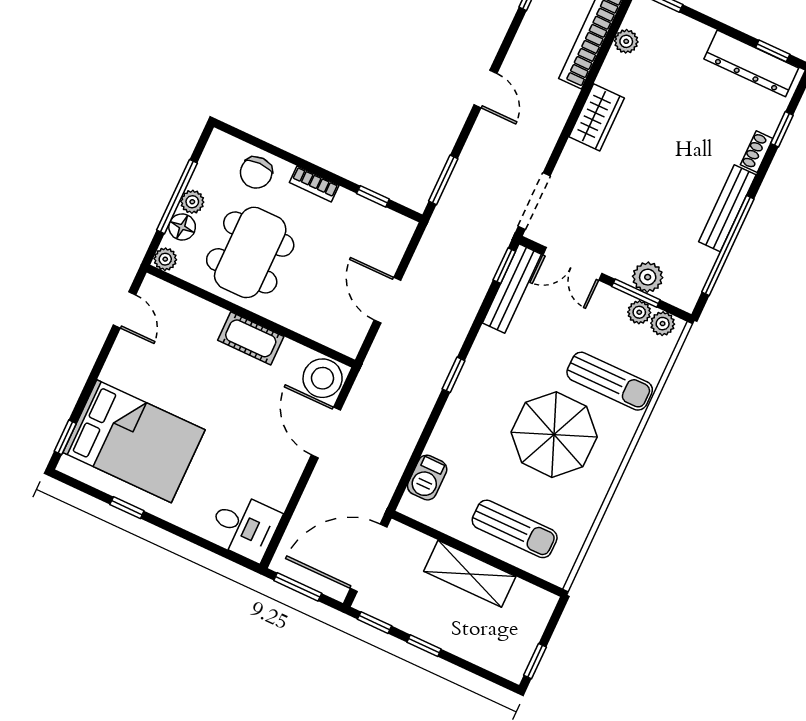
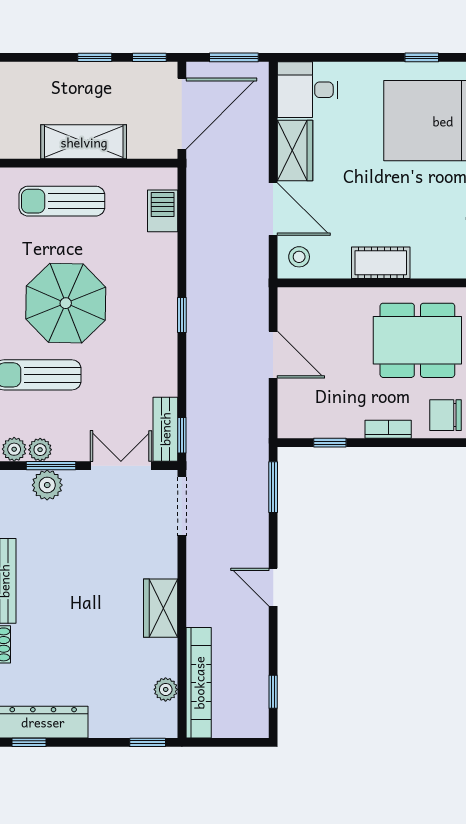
chair: (256, 173) -> (446, 415), turned -90
dining table: (250, 252) -> (417, 340), turned 90
bench: (512, 289) -> (165, 429), width x0.73
stool: (323, 378) -> (299, 257), width x0.53, depth x0.53
wardrobe: (281, 477) -> (295, 150), added

